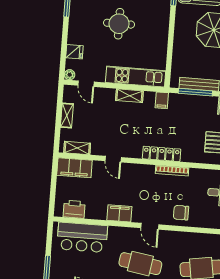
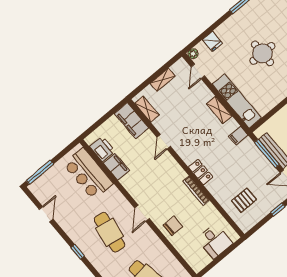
locker: (162, 154) -> (201, 172), width x0.66
filing cabinet: (119, 213) -> (116, 167), moved
chair: (181, 213) -> (173, 226), turned 90

